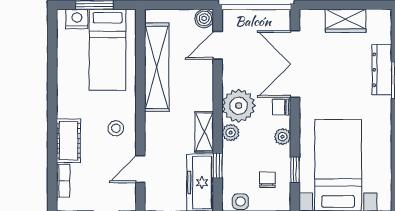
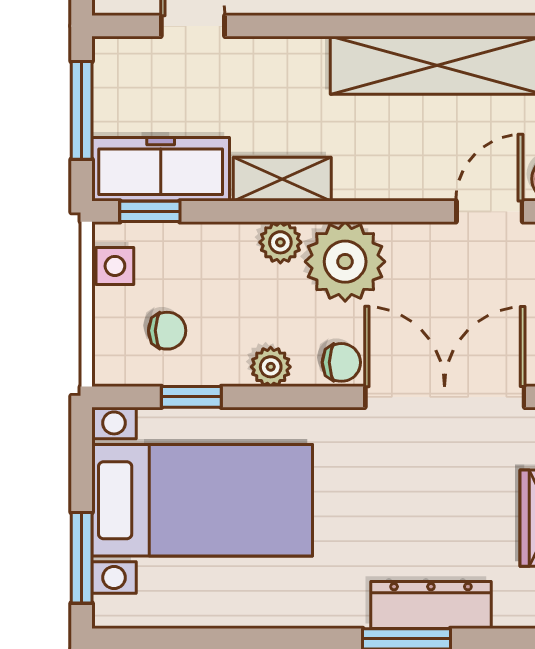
door: (218, 45) -> (489, 211), hinge flipped
chair: (281, 107) -> (341, 362), turned 90
window: (218, 165) -> (150, 211), moved

